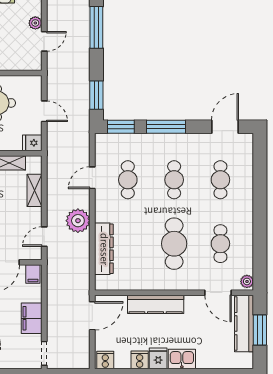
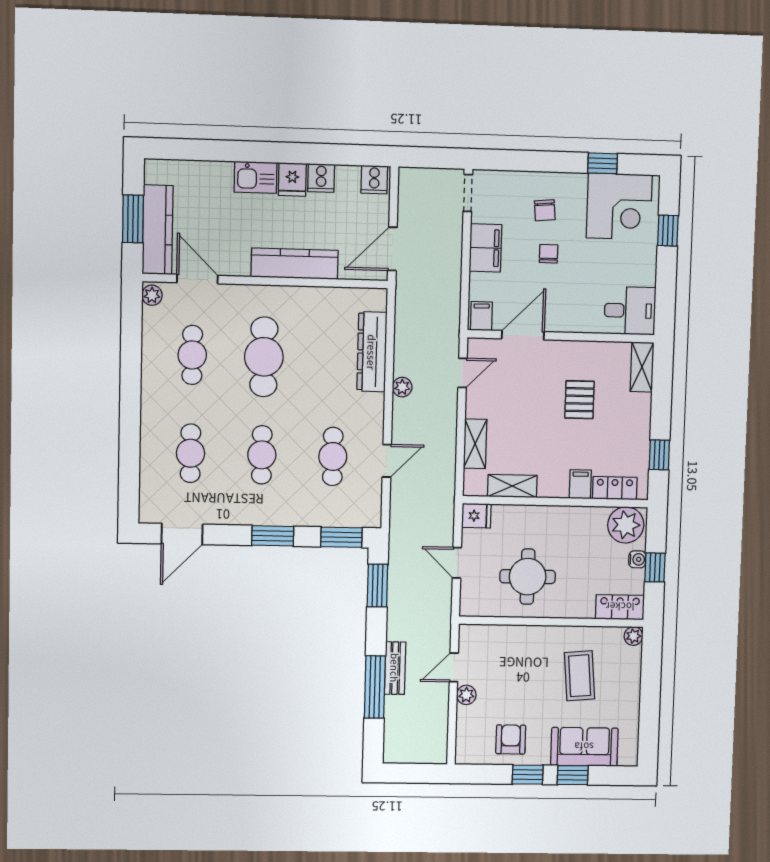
bench: (83, 40) -> (395, 668), added
window: (166, 127) -> (273, 536), width x0.69
plant: (78, 221) -> (402, 387), width x0.53, depth x0.53

